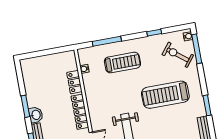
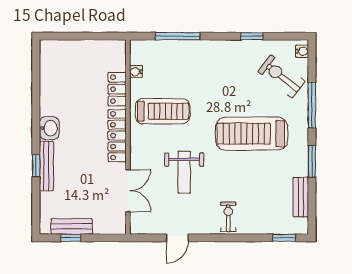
window: (197, 49) -> (312, 105), moved
treadmill: (122, 63) -> (163, 111), moved
window: (25, 106) -> (36, 112), removed

